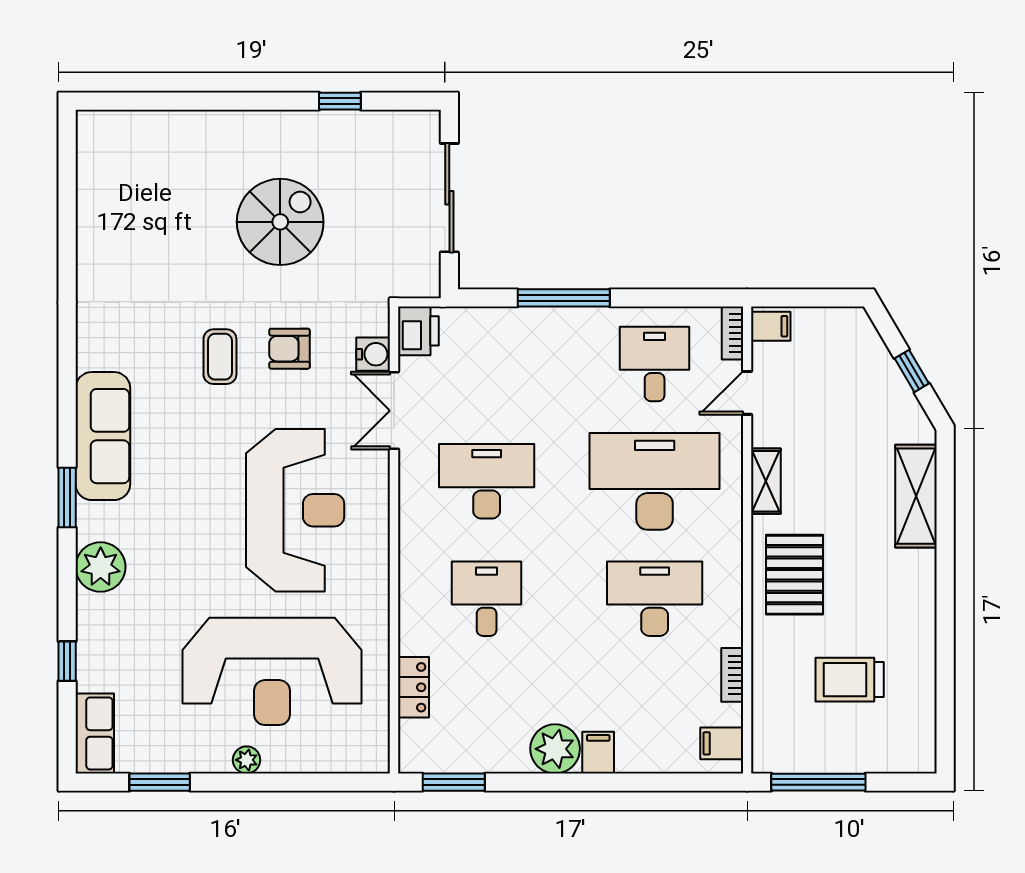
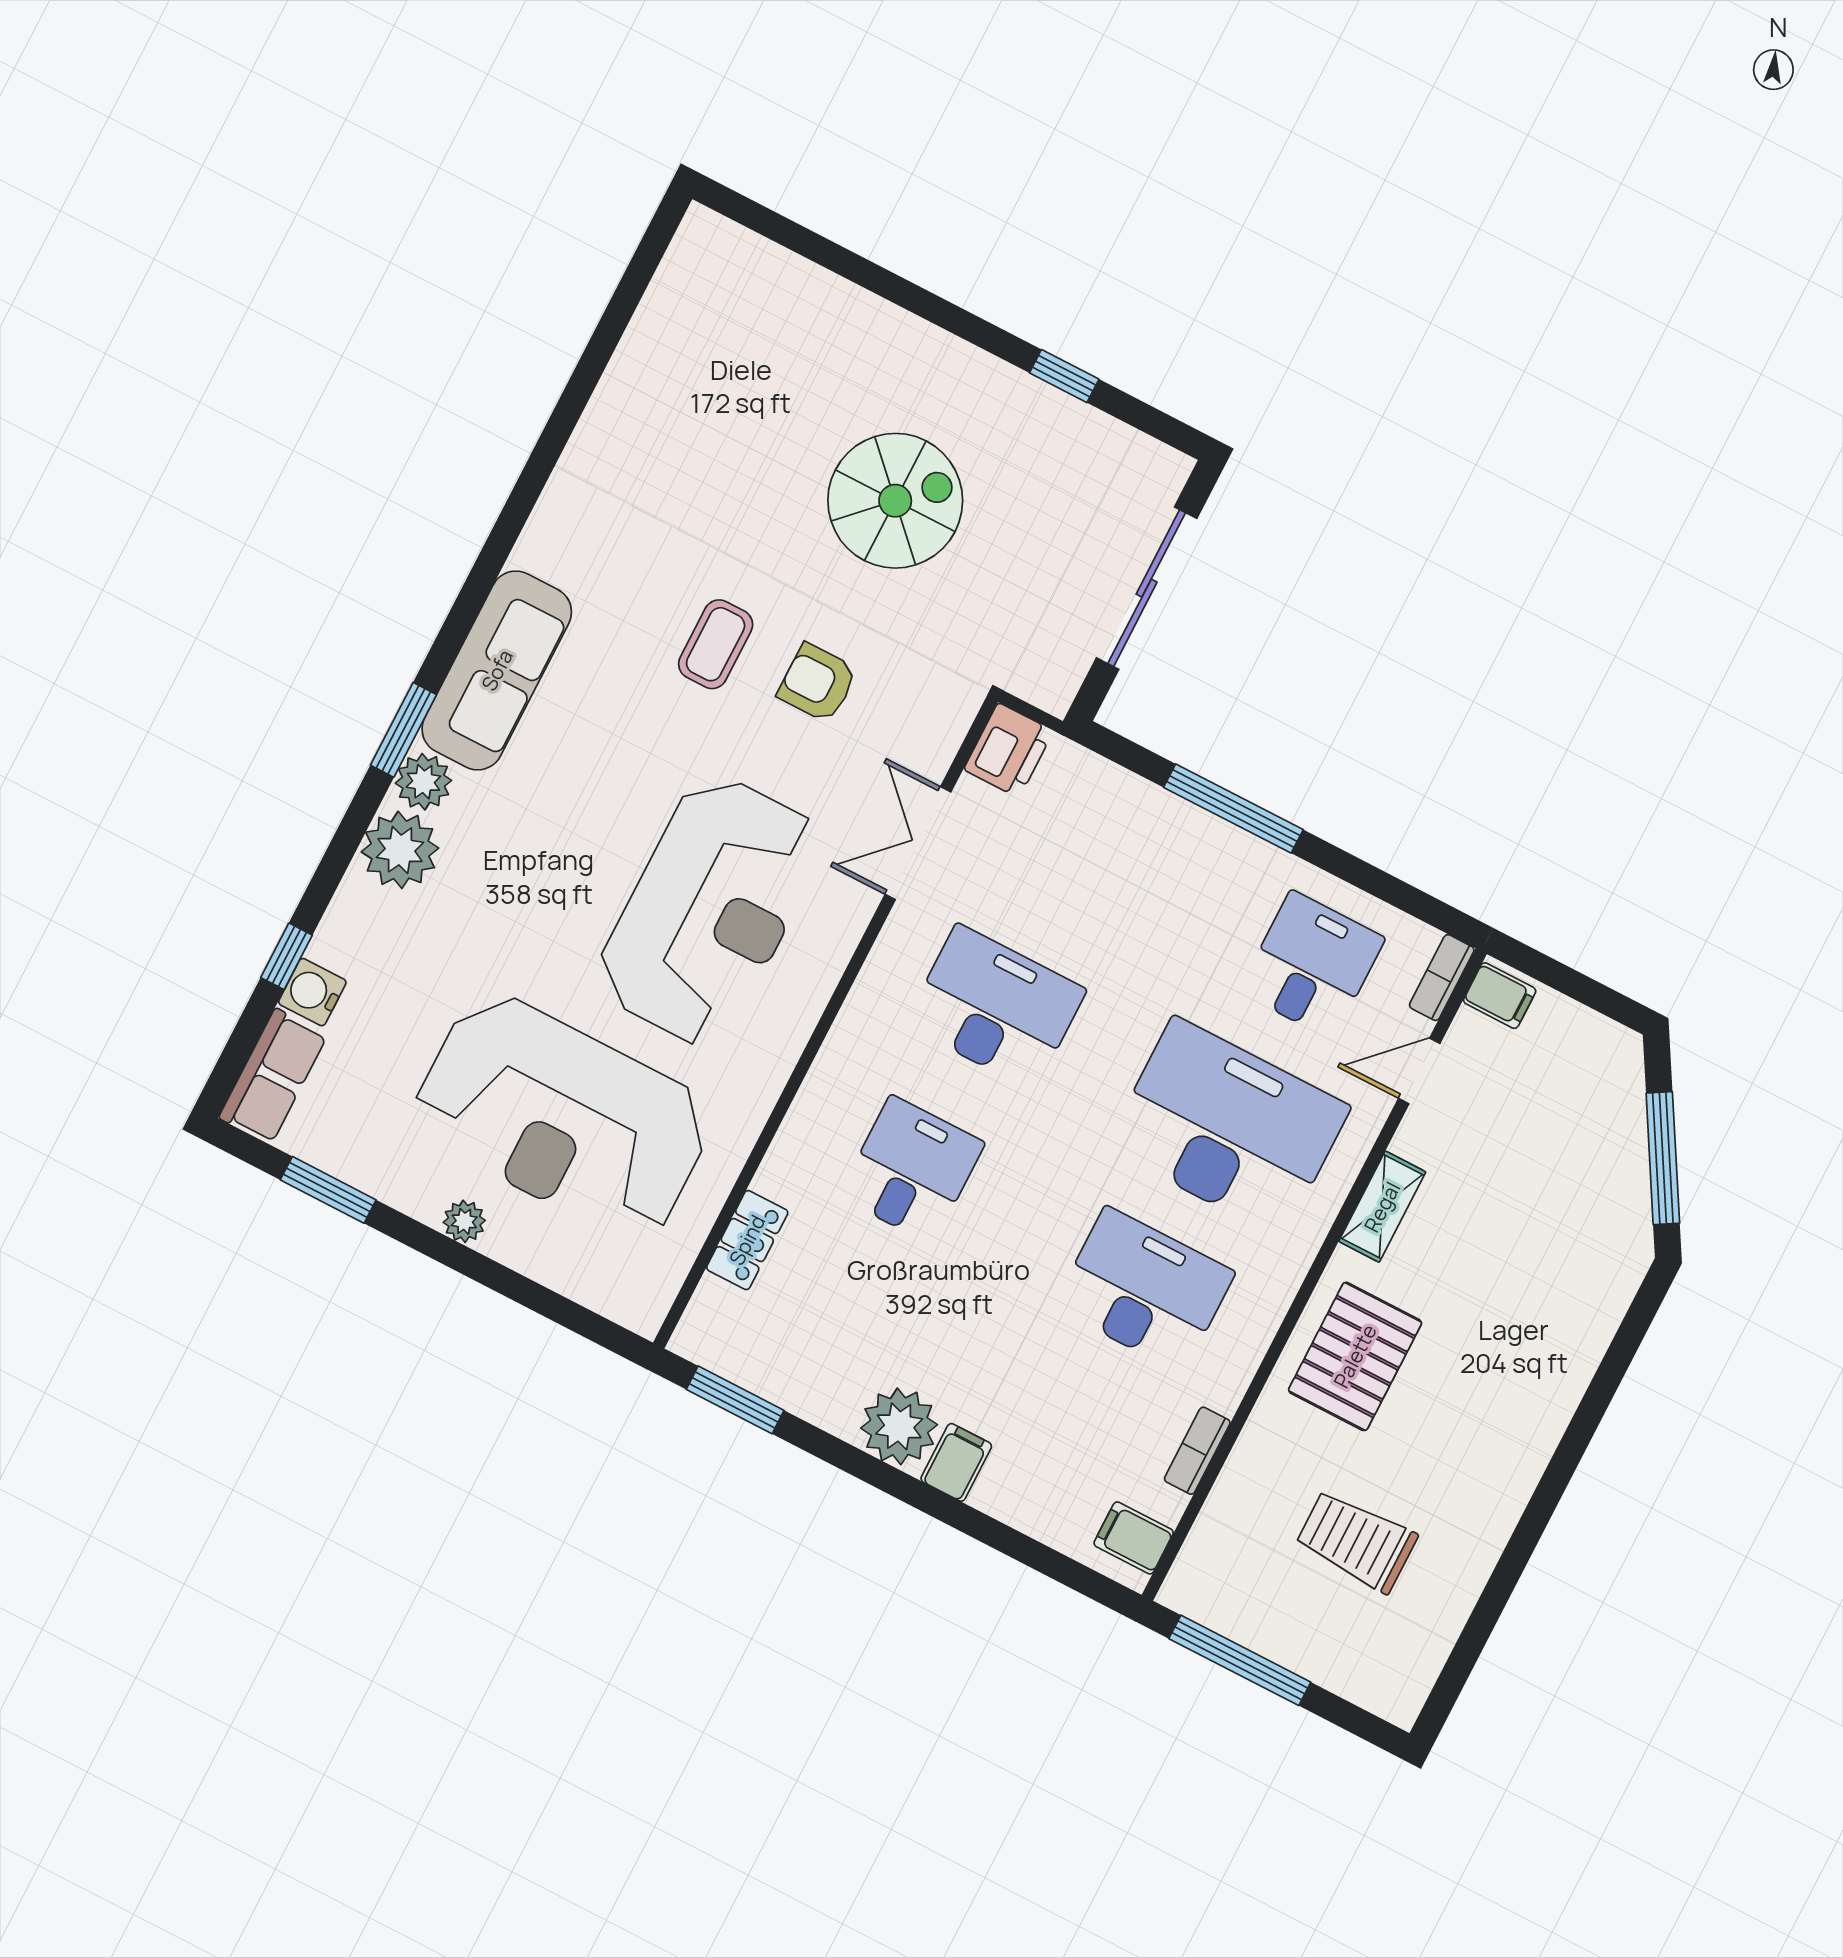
water cooler: (373, 354) -> (312, 992), moved, turned 180
window: (912, 371) -> (1663, 1158), width x2.17
shelving: (916, 496) -> (1579, 1334), removed
plant: (94, 521) -> (423, 782), added

